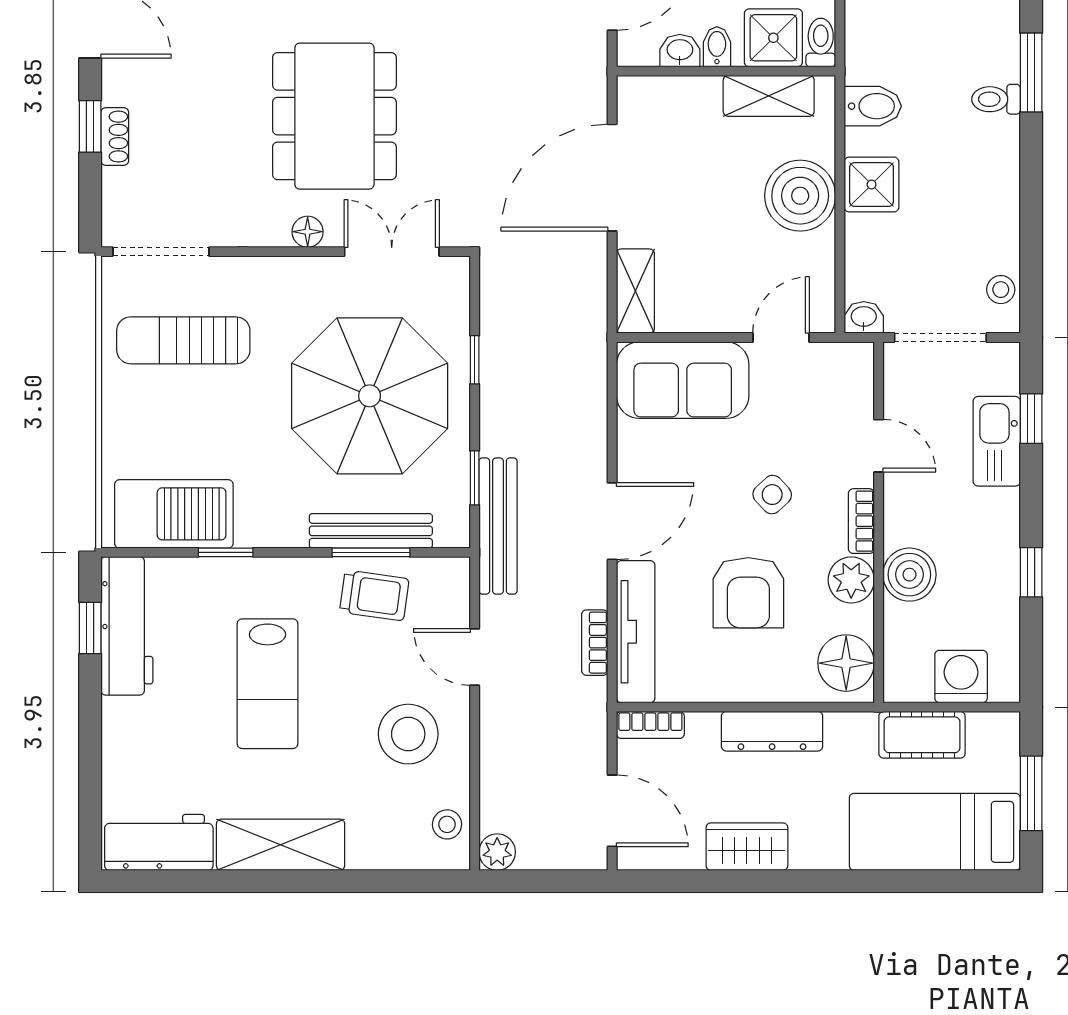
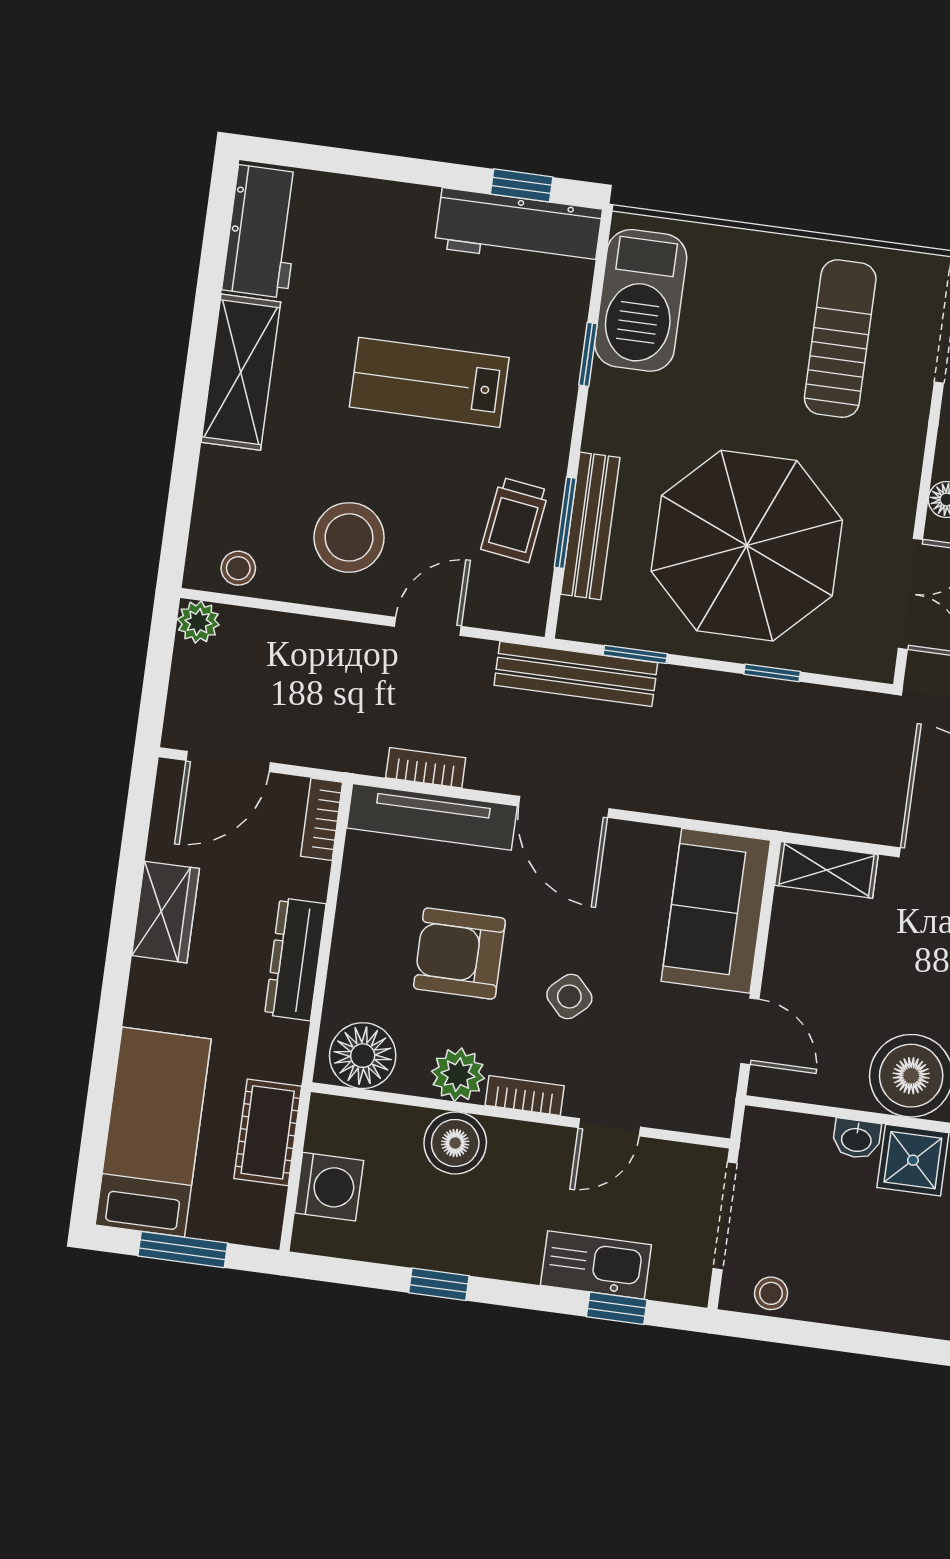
washbasin: (864, 317) -> (856, 1139), moved, turned 90

